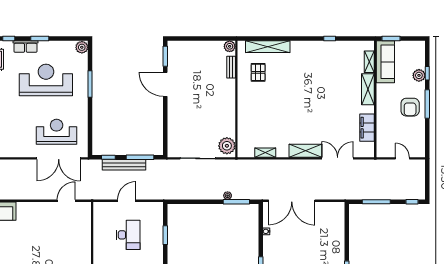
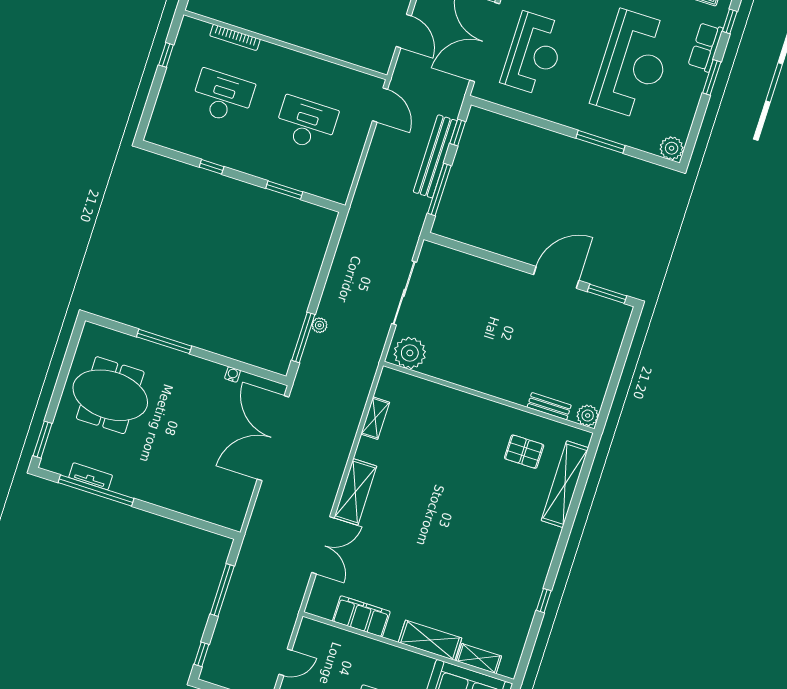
door: (127, 201) -> (380, 105), moved
desk: (128, 235) -> (306, 123), turned 180

